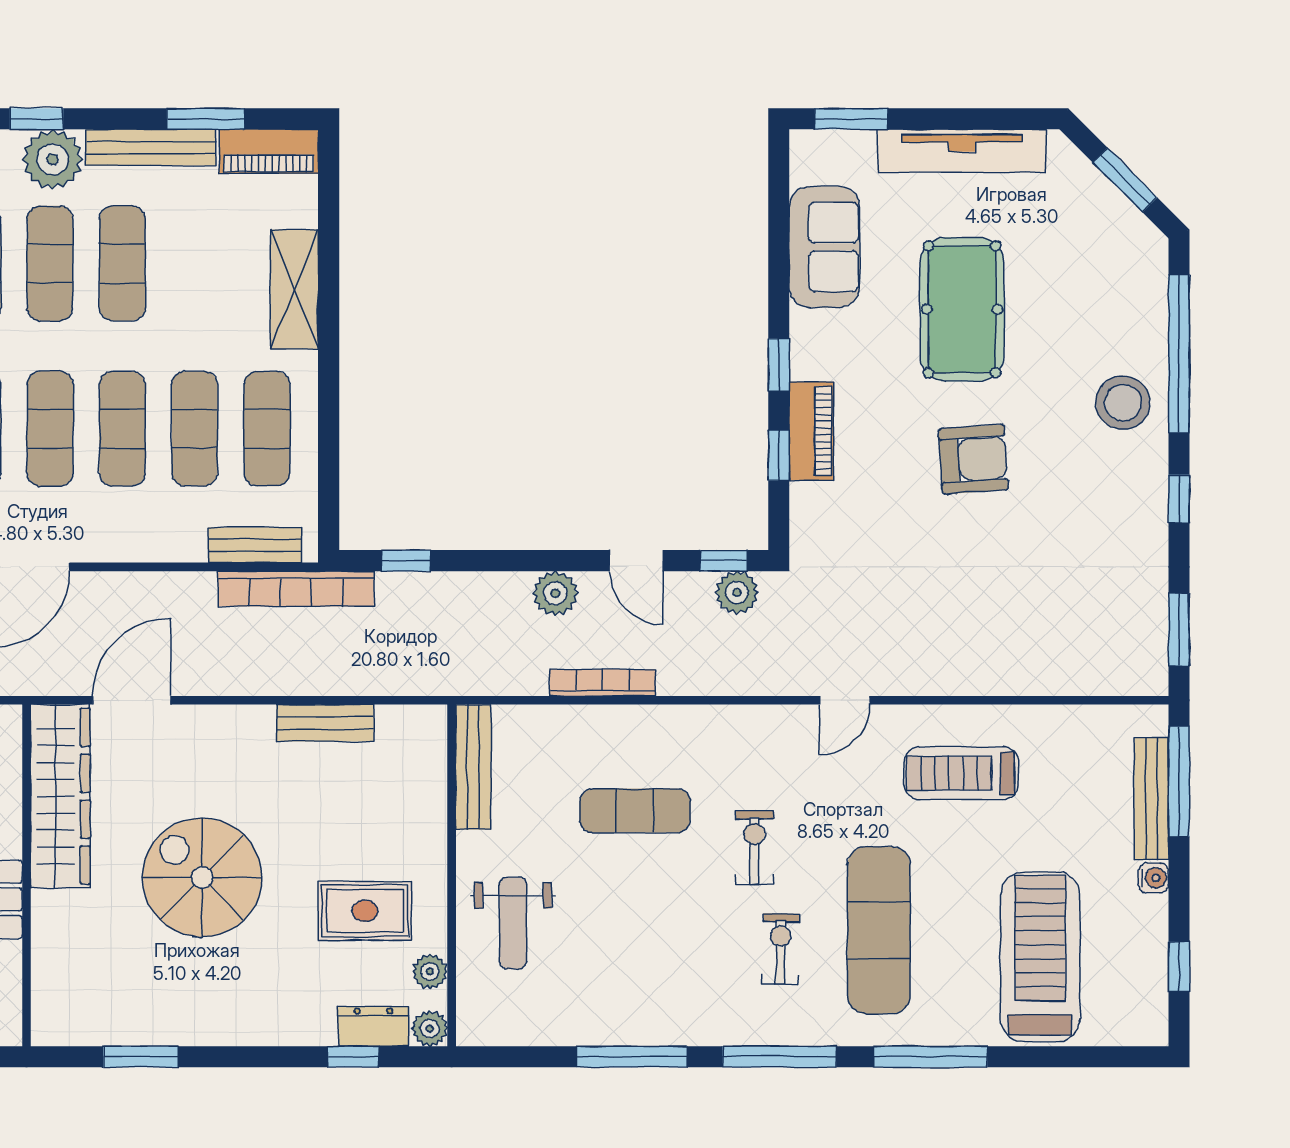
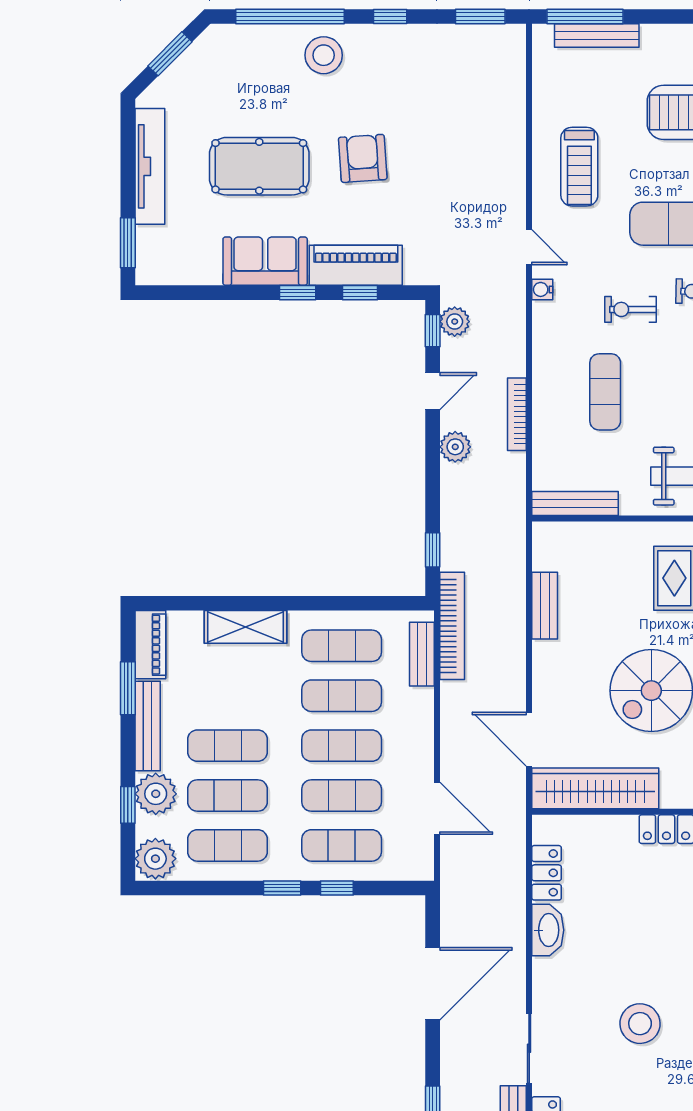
sofa: (824, 247) -> (265, 261), moved
piano: (811, 431) -> (356, 265), width x1.37, depth x1.33
water cooler: (1154, 878) -> (542, 289), moved, turned -90

